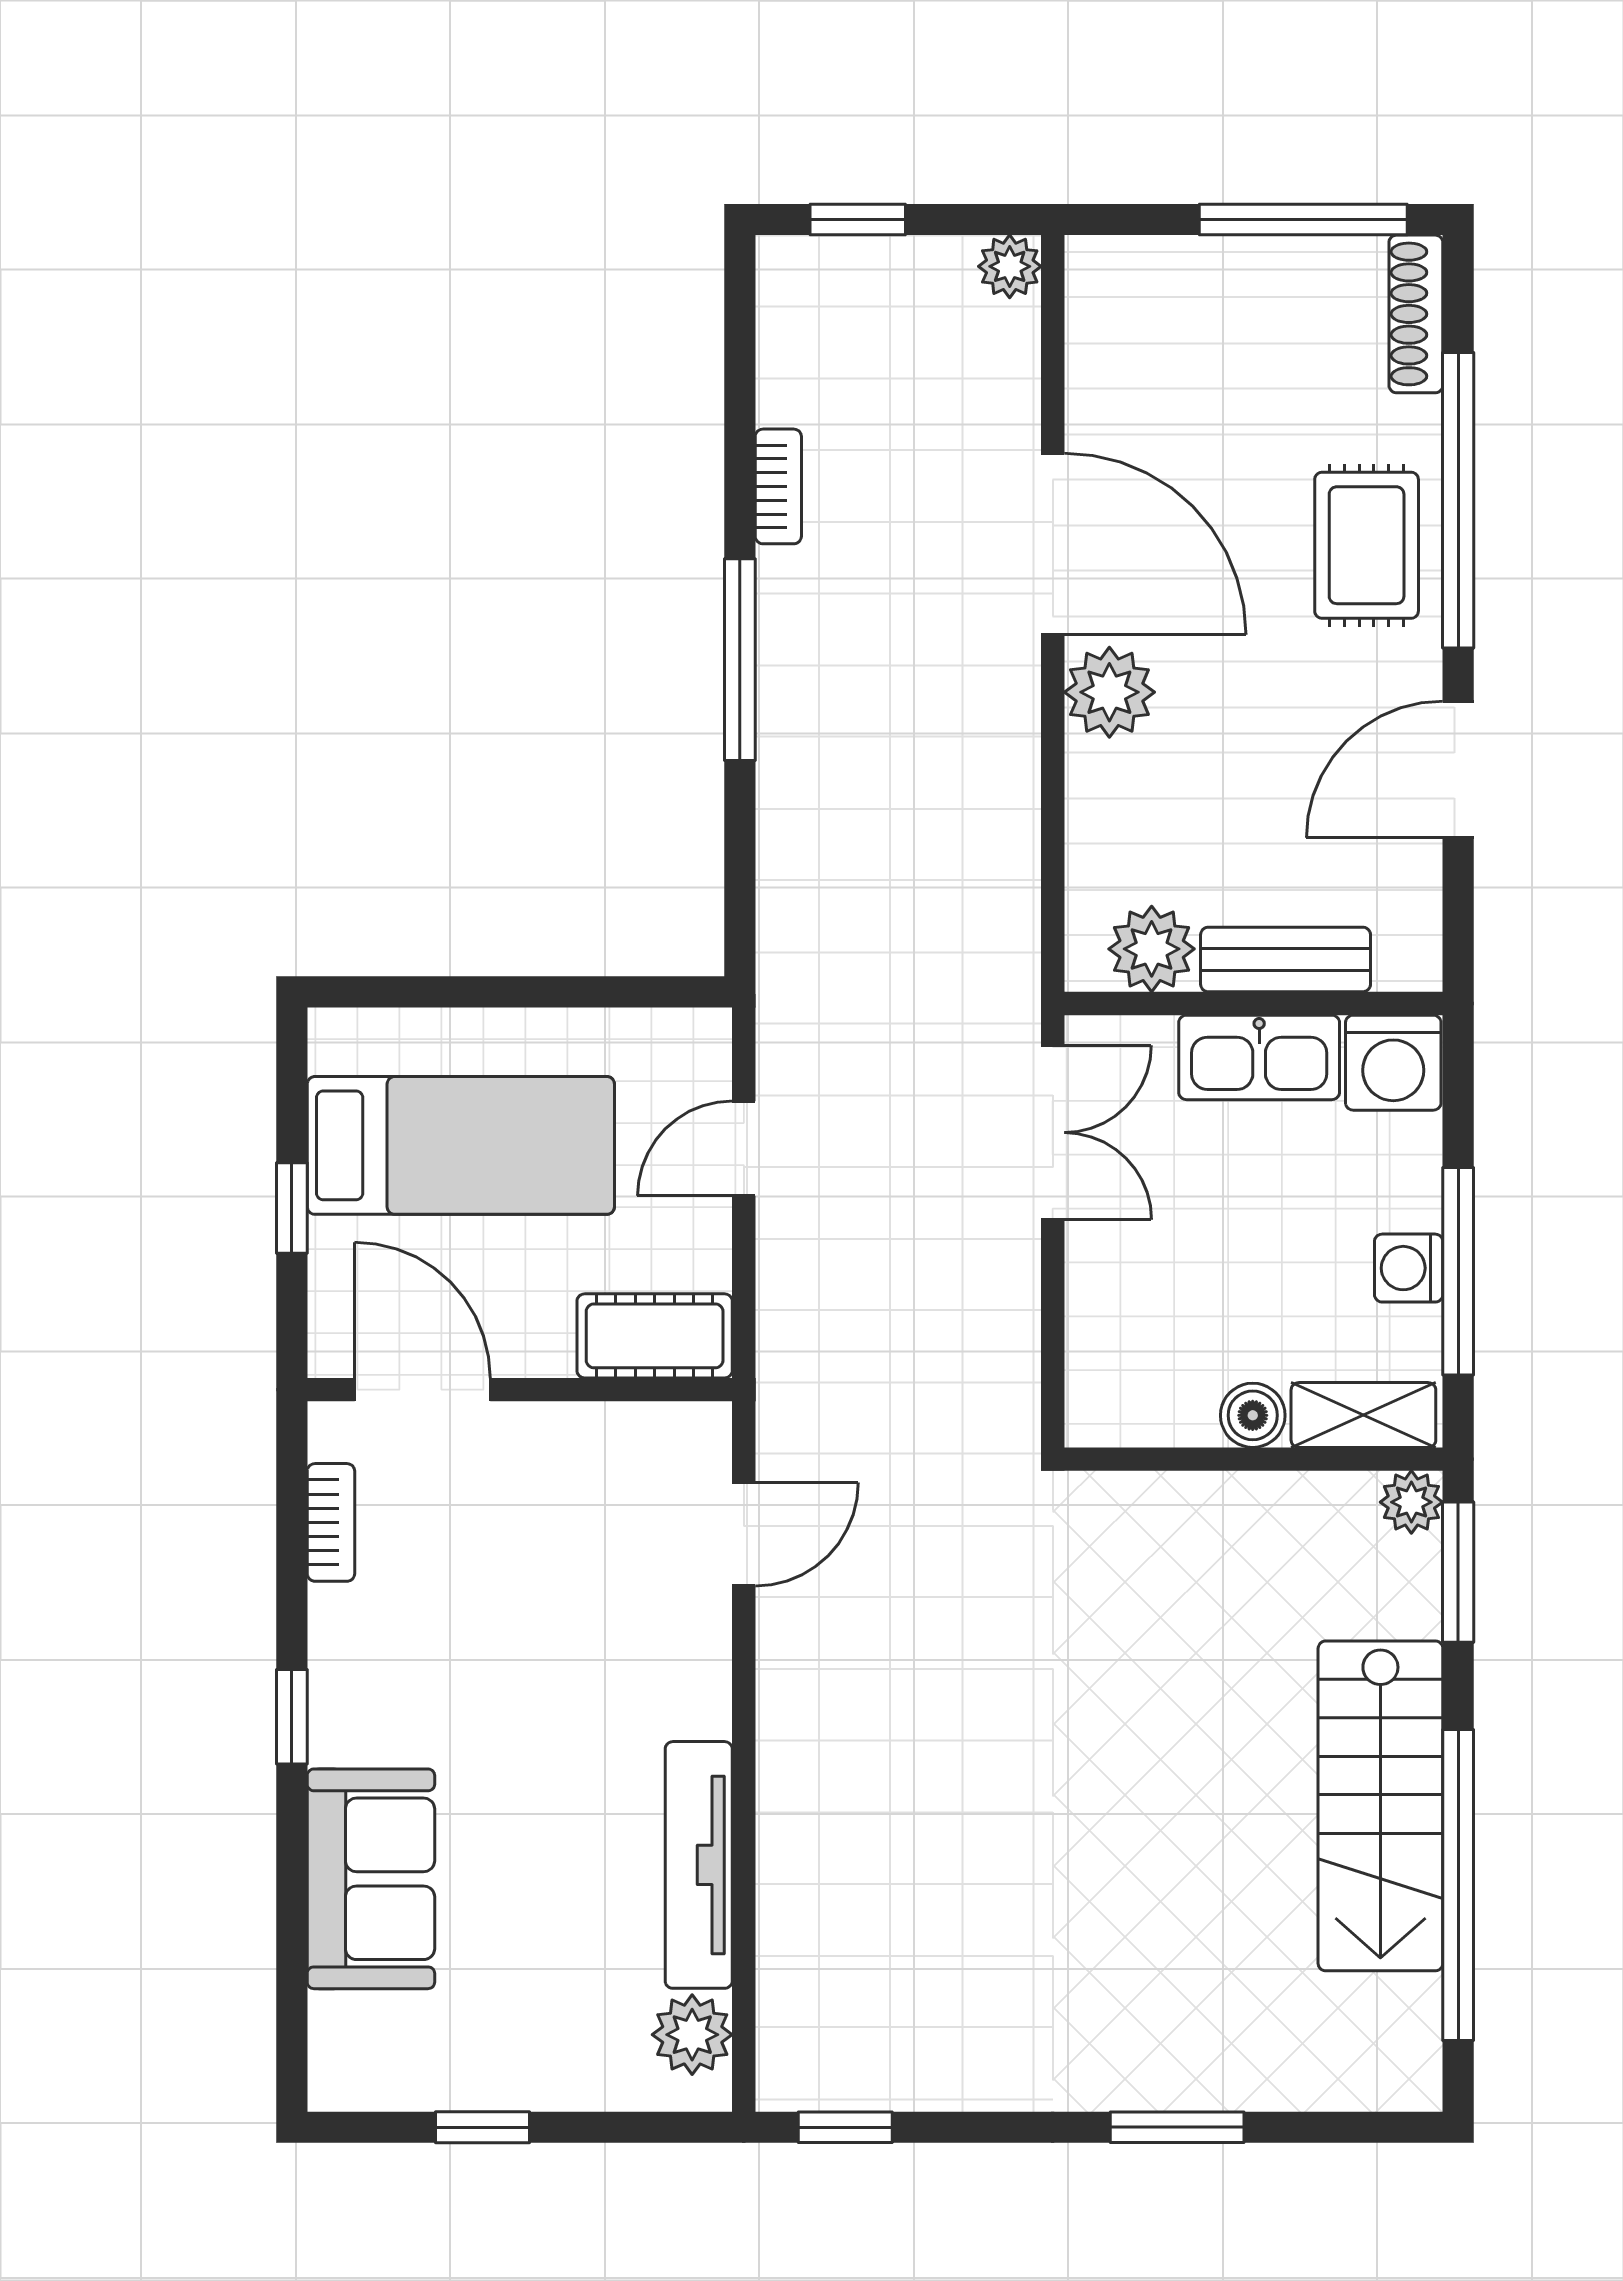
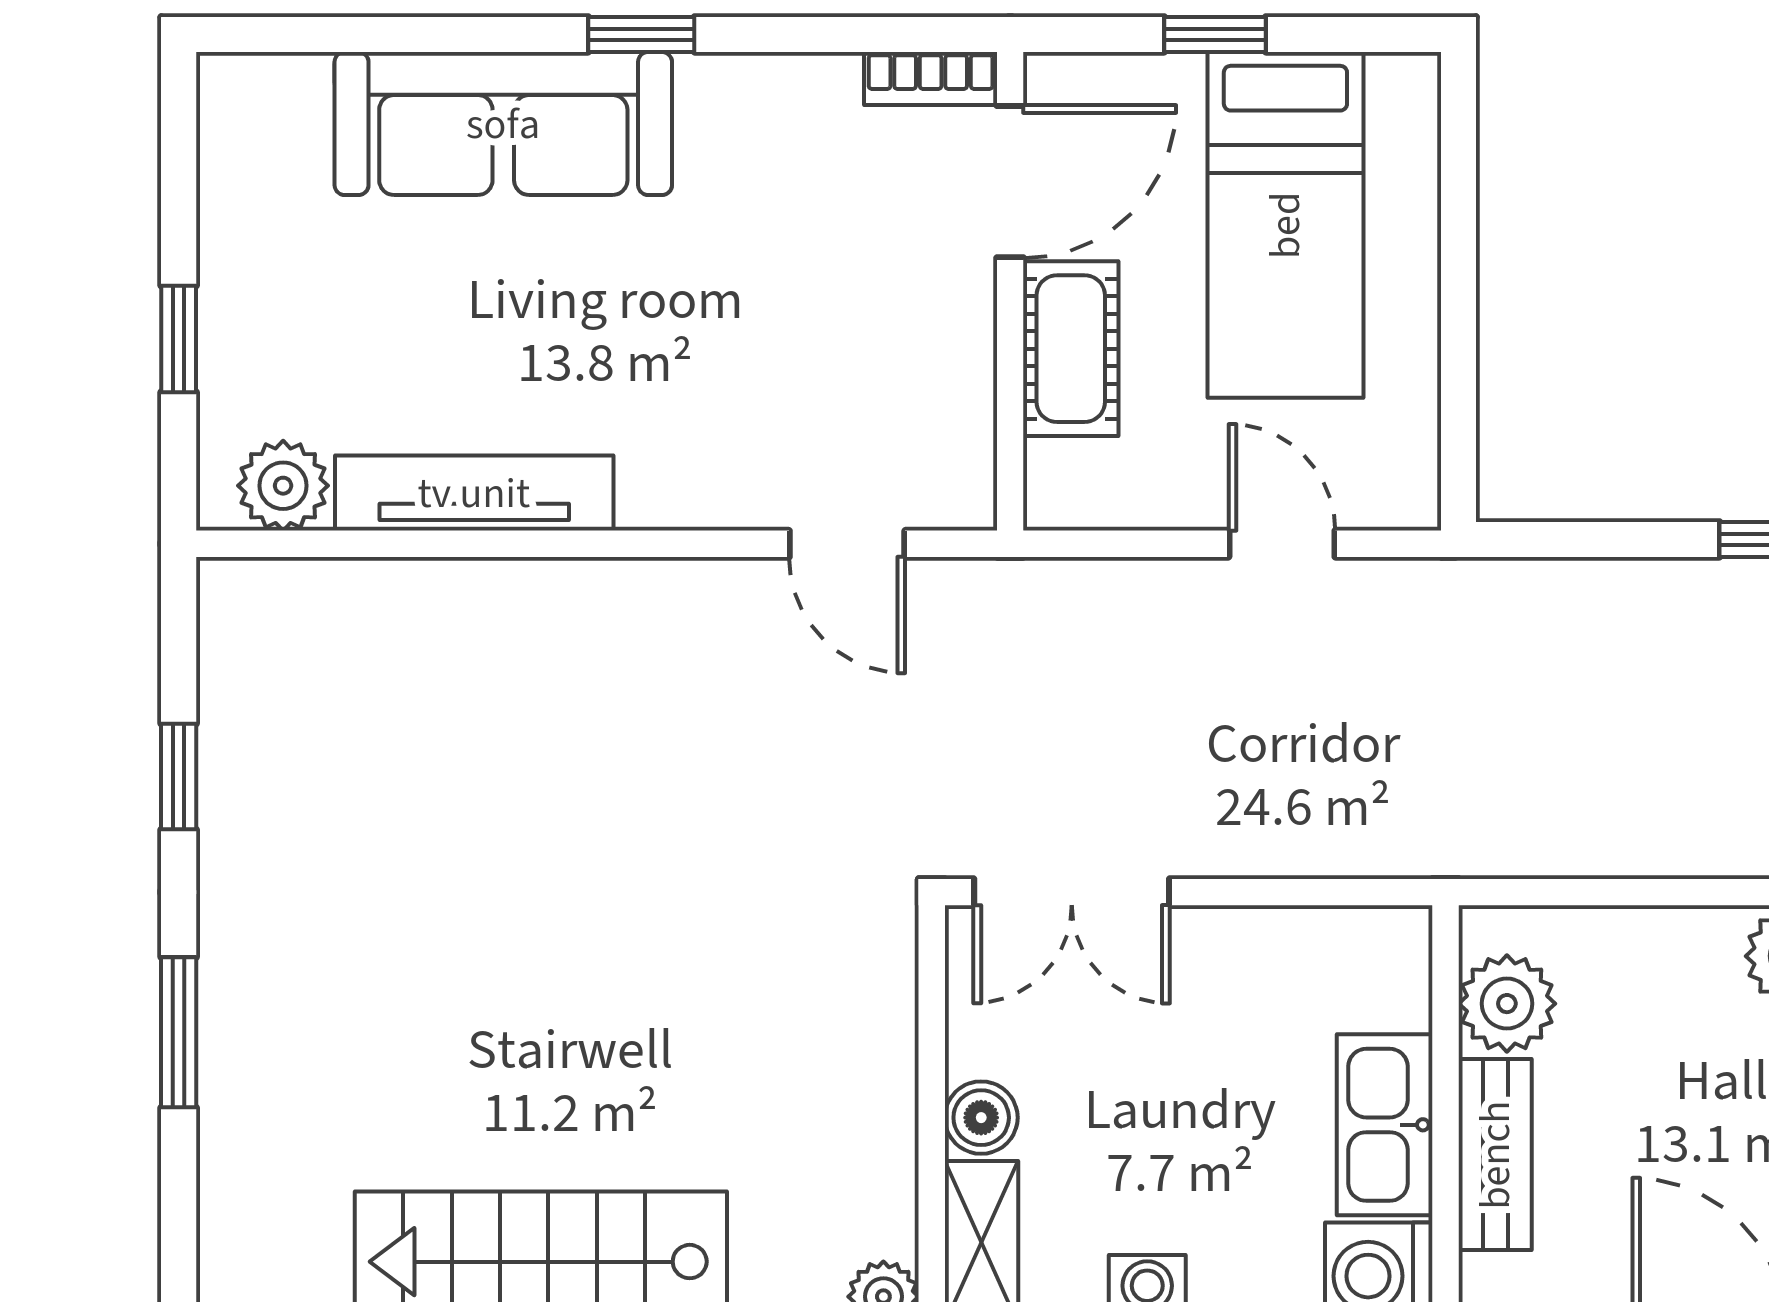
double door: (1053, 1132) -> (1072, 892), moved
cot: (655, 1336) -> (1071, 349), moved
bookcase: (331, 1522) -> (931, 78), moved
sofa: (371, 1879) -> (503, 124), width x1.36
window: (483, 2127) -> (179, 339), moved
window: (845, 2127) -> (179, 777), moved

